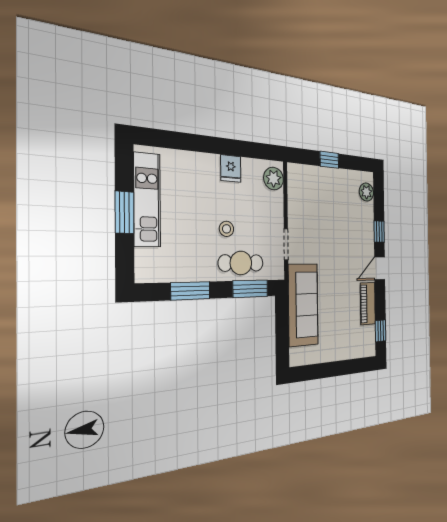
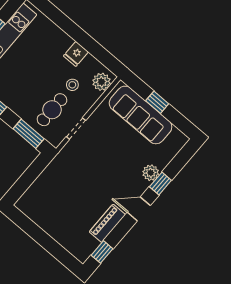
plant: (366, 192) -> (151, 173), moved
stool: (227, 229) -> (72, 85), moved
cafe table: (241, 263) -> (52, 110), moved, turned 90
sofa: (303, 305) -> (141, 115), moved, turned 90

